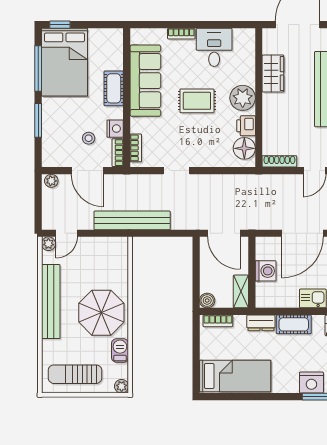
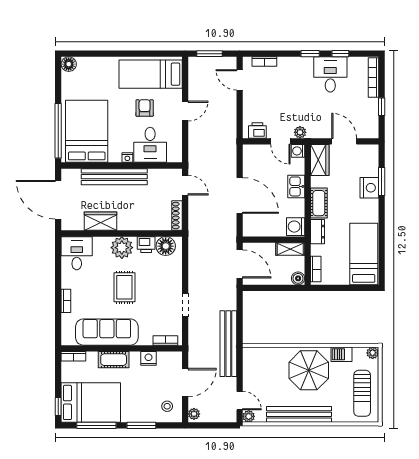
desk: (214, 47) -> (77, 253), moved, turned 90
stool: (89, 138) -> (167, 406), moved
bookcase: (118, 153) -> (73, 356), moved
door: (224, 233) -> (240, 264), hinge flipped
washing machine: (266, 271) -> (296, 227), moved, turned -90

